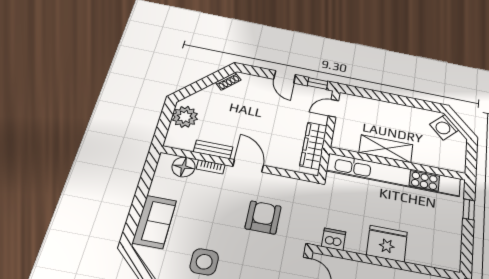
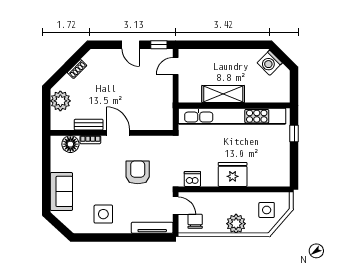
shoe rack: (228, 81) -> (77, 69), moved
wardrobe: (314, 146) -> (165, 104), removed

